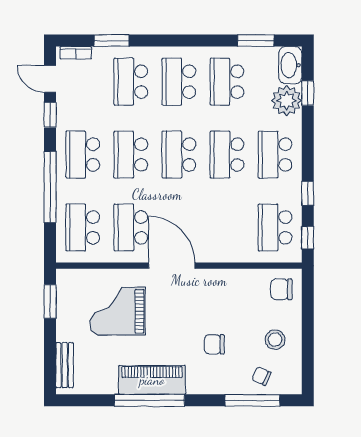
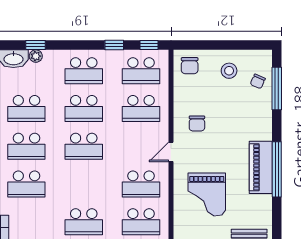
plant: (287, 101) -> (36, 56), width x0.53, depth x0.53
school desk: (131, 155) -> (141, 108), moved
door: (172, 266) -> (171, 152), width x0.53
chair: (214, 344) -> (197, 123), moved

